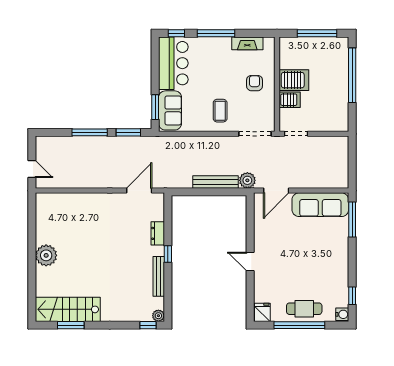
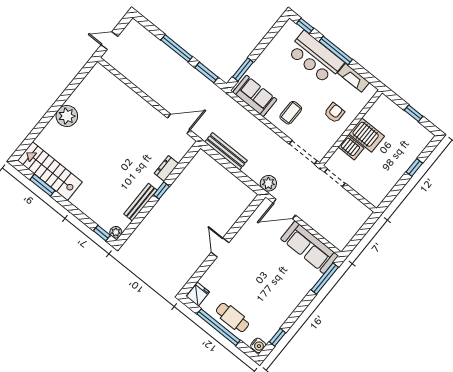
window: (317, 33) -> (414, 113), width x0.46
bar counter: (173, 63) -> (315, 57), moved, turned 90
window: (352, 75) -> (414, 168), width x0.32
sofa: (170, 110) -> (255, 96), moved, turned -90
door: (32, 169) -> (109, 41), swing flipped
bench: (216, 182) -> (226, 151), moved

